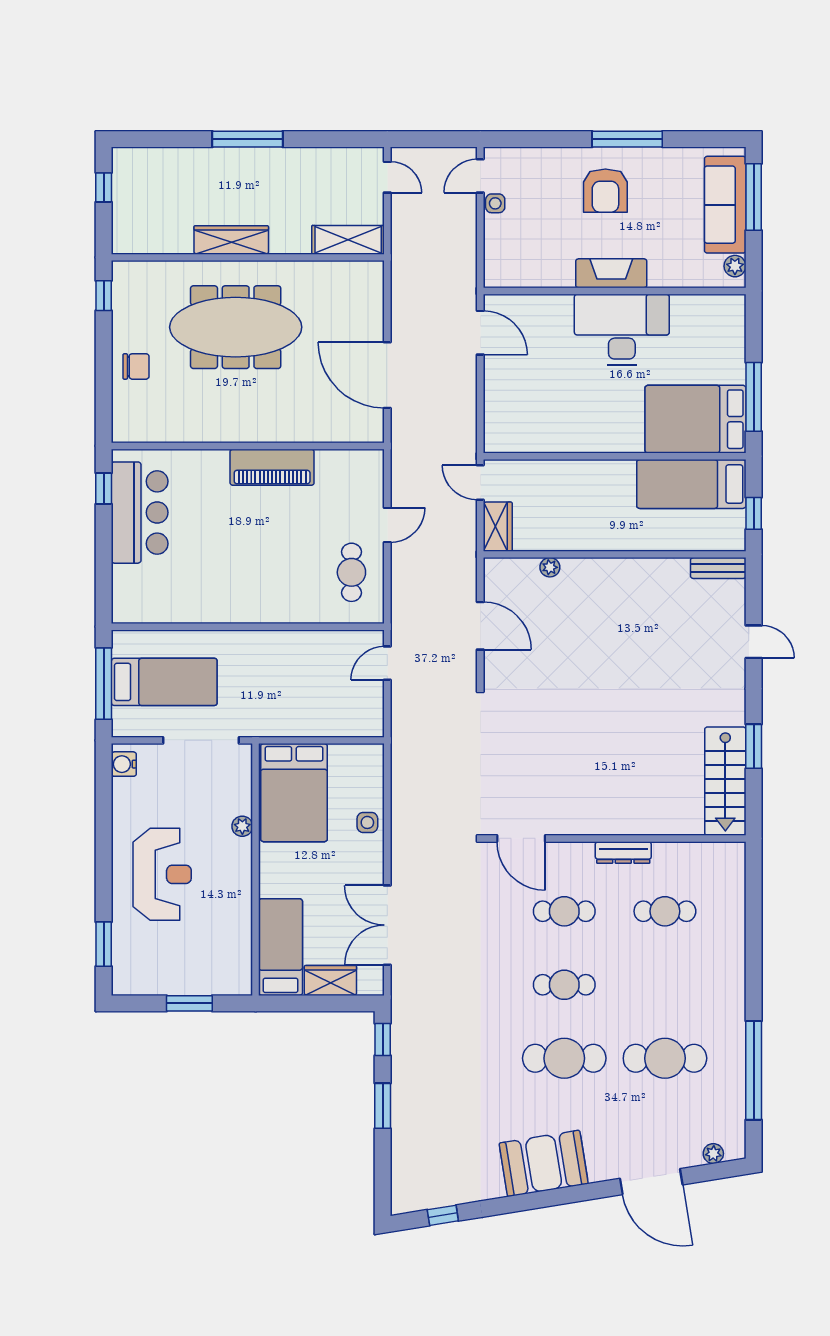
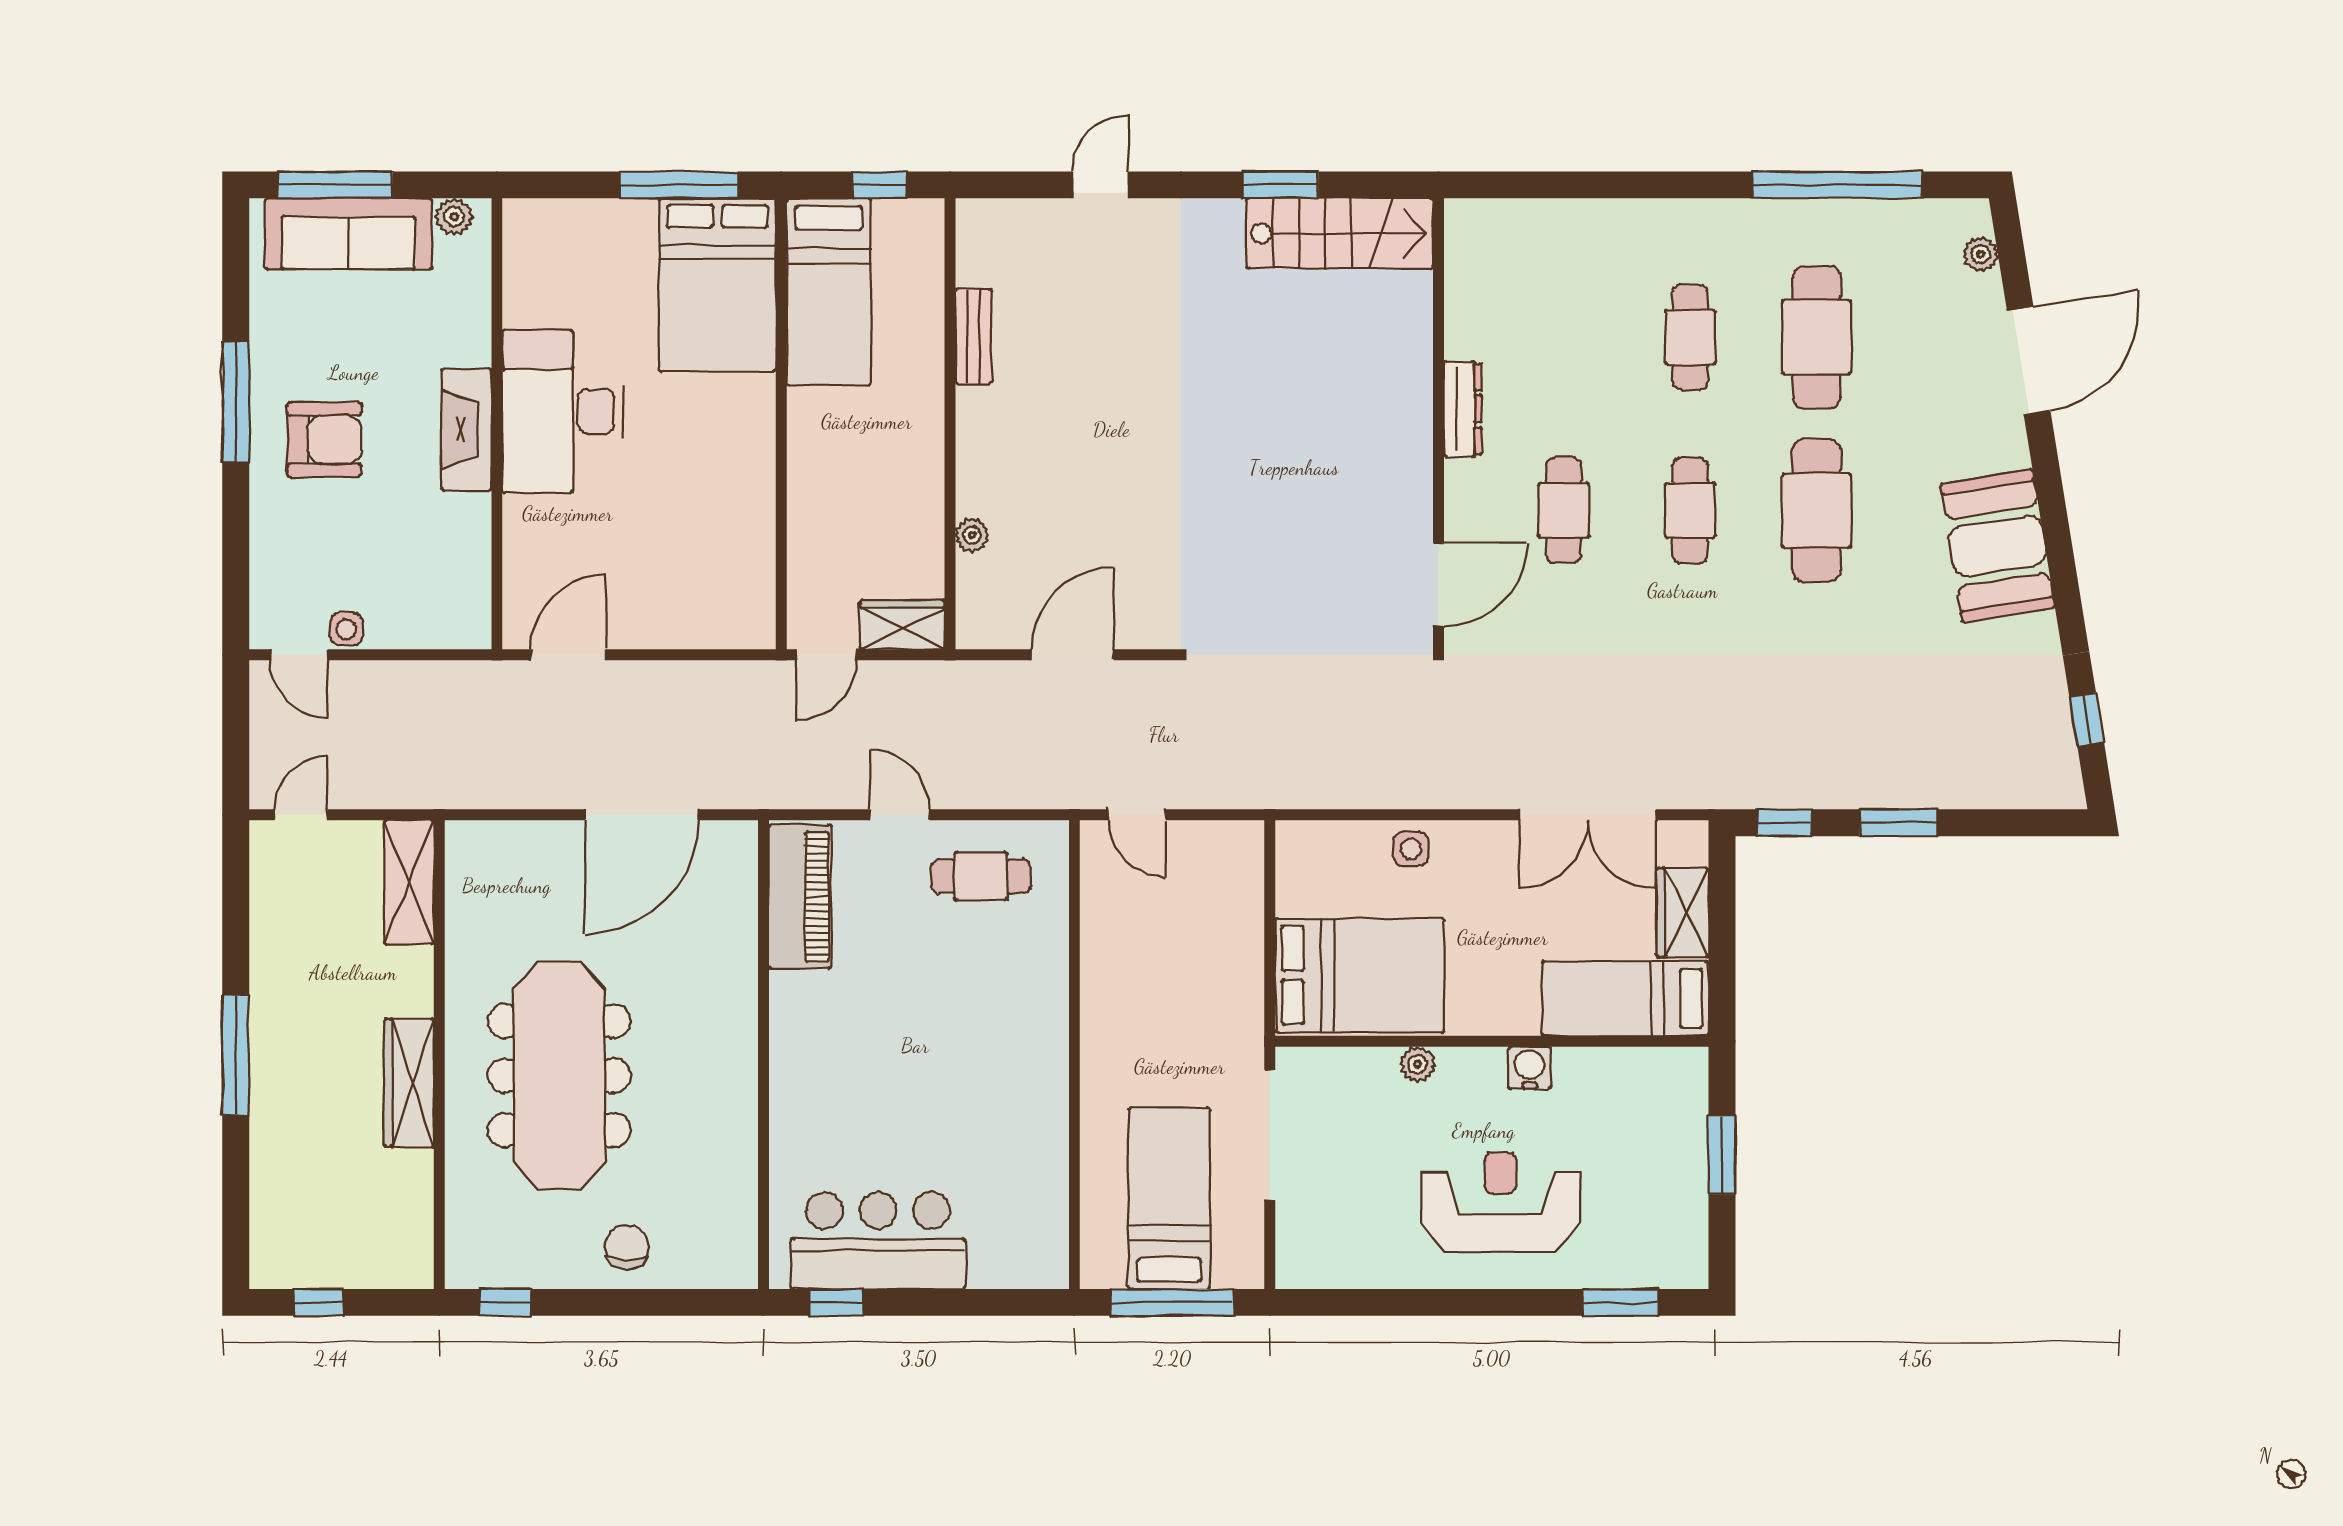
piano: (272, 467) -> (800, 897), moved
bench: (718, 568) -> (973, 336), moved
water cooler: (124, 764) -> (1530, 1068), moved, turned 180
cafe table: (665, 911) -> (1690, 337), moved

